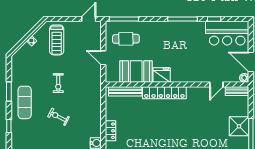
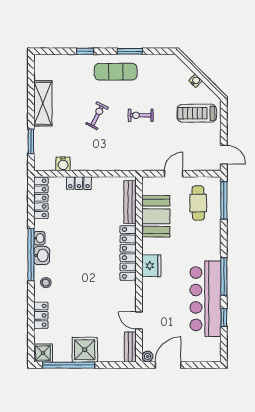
bar counter: (227, 33) -> (206, 299), moved, width x1.36
fridge: (162, 75) -> (151, 266), moved

